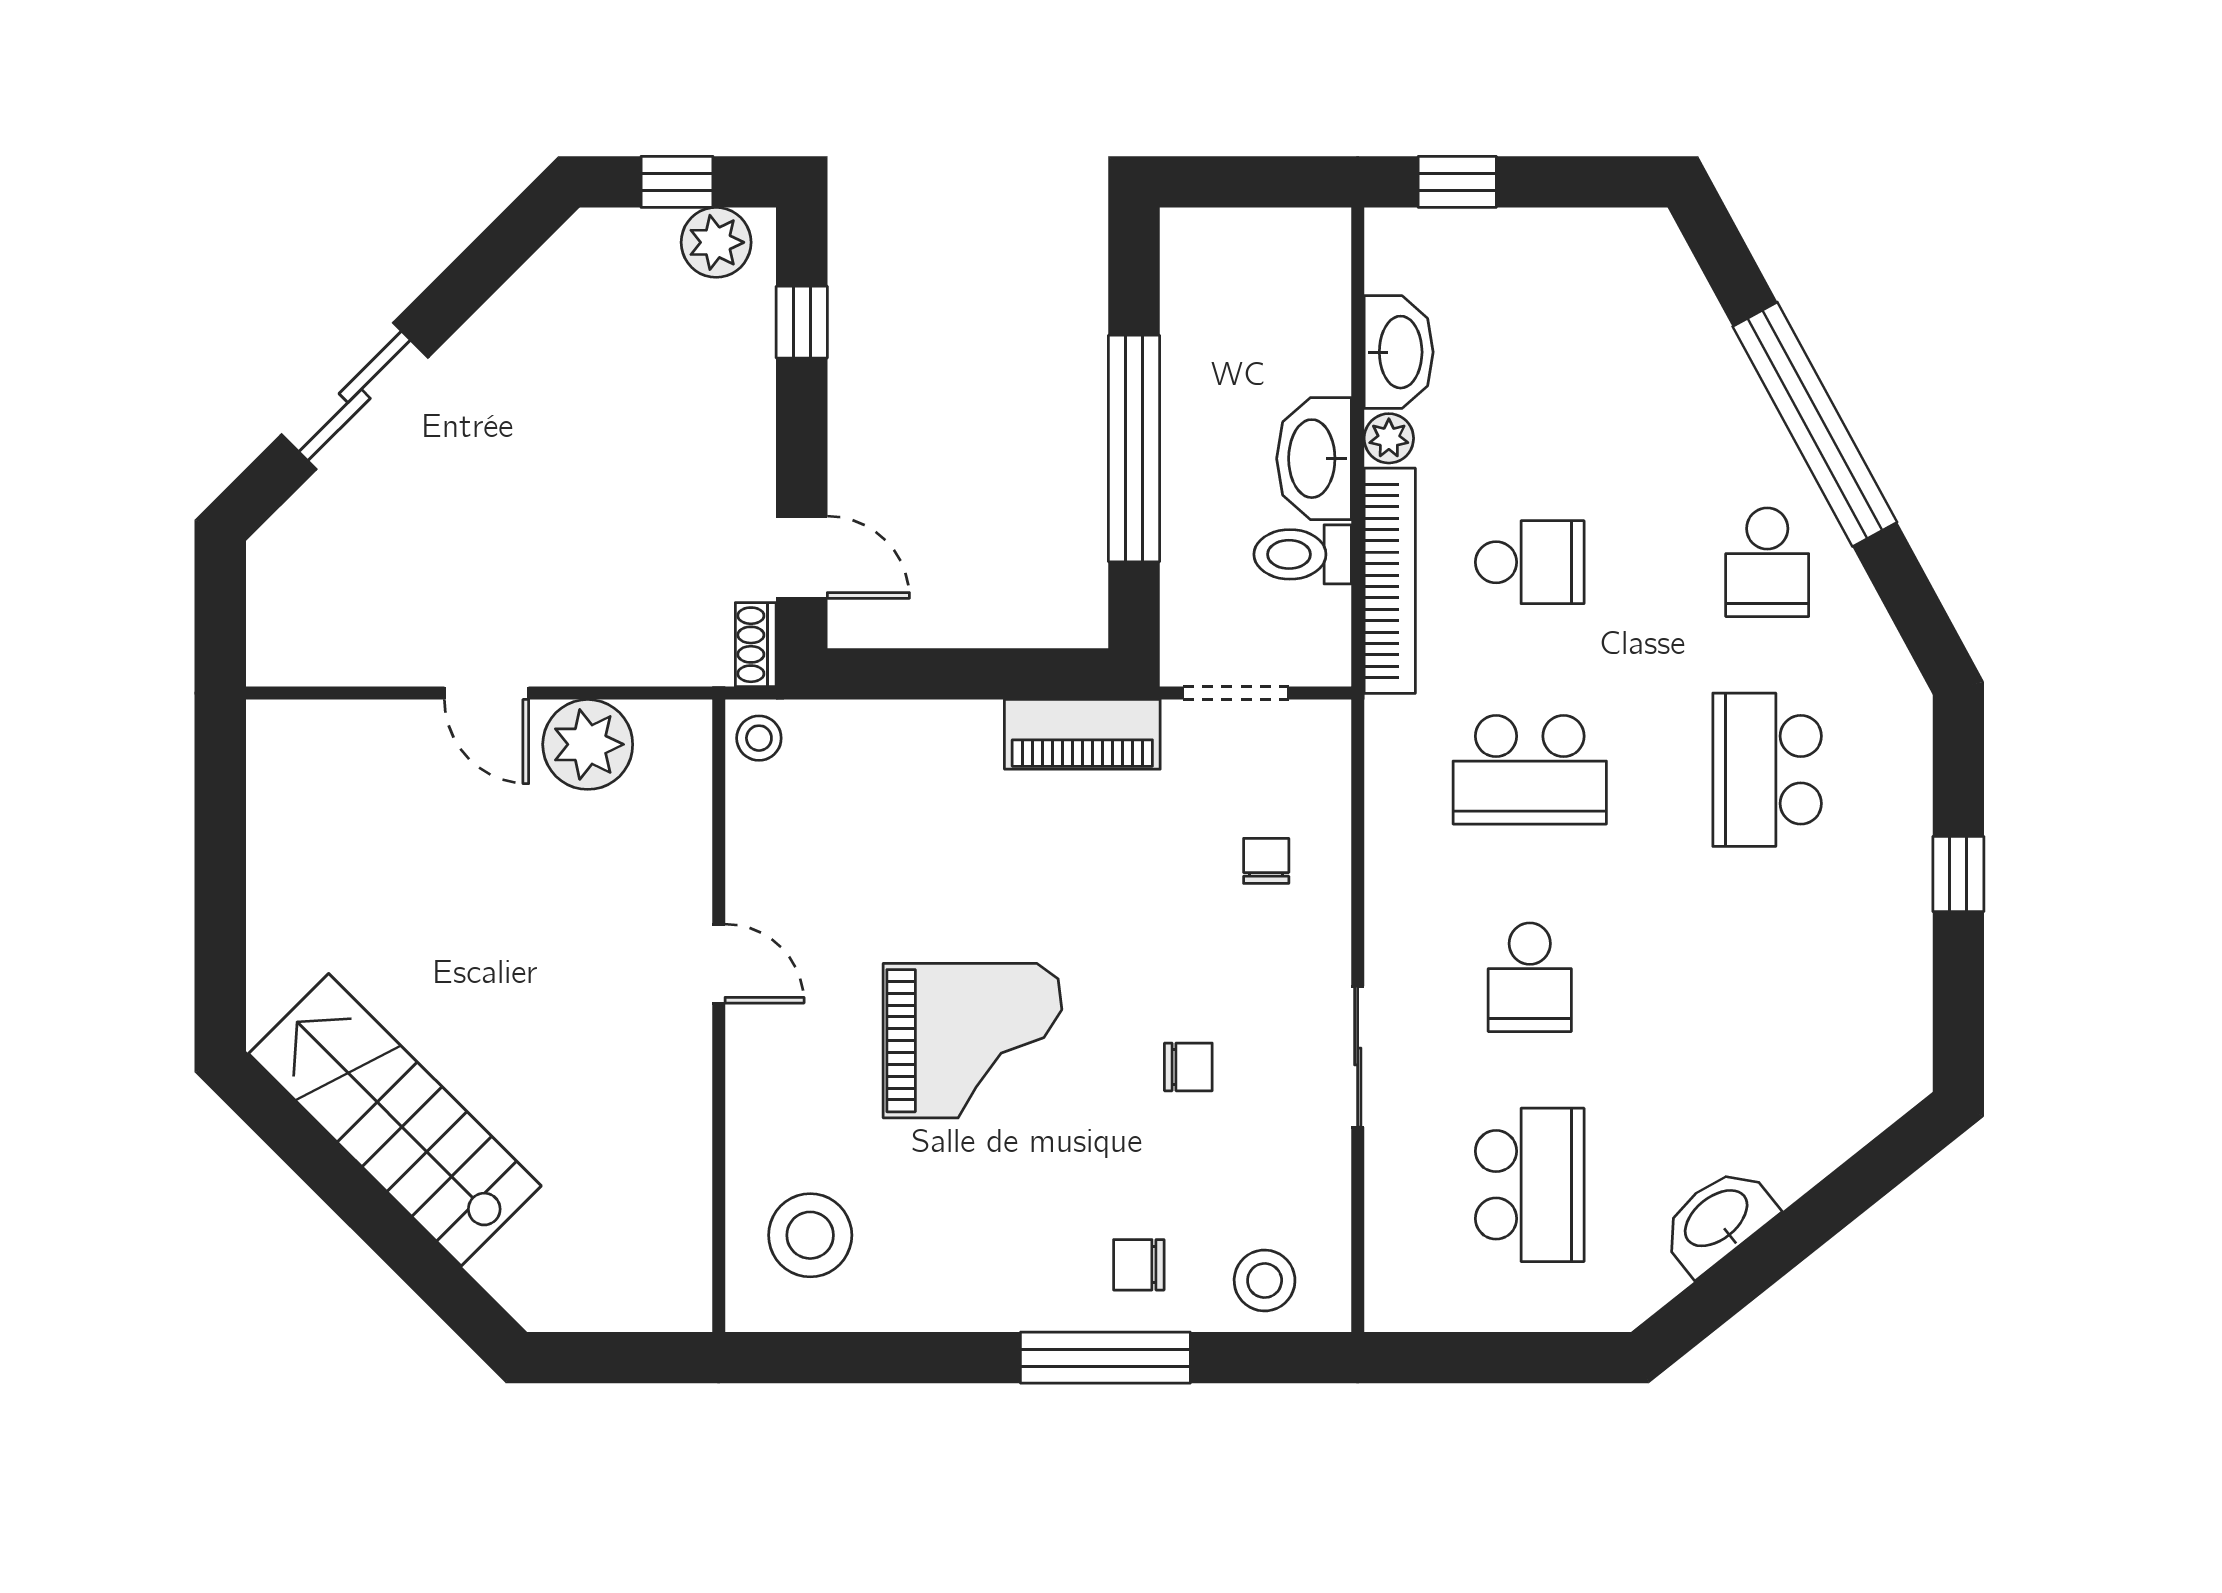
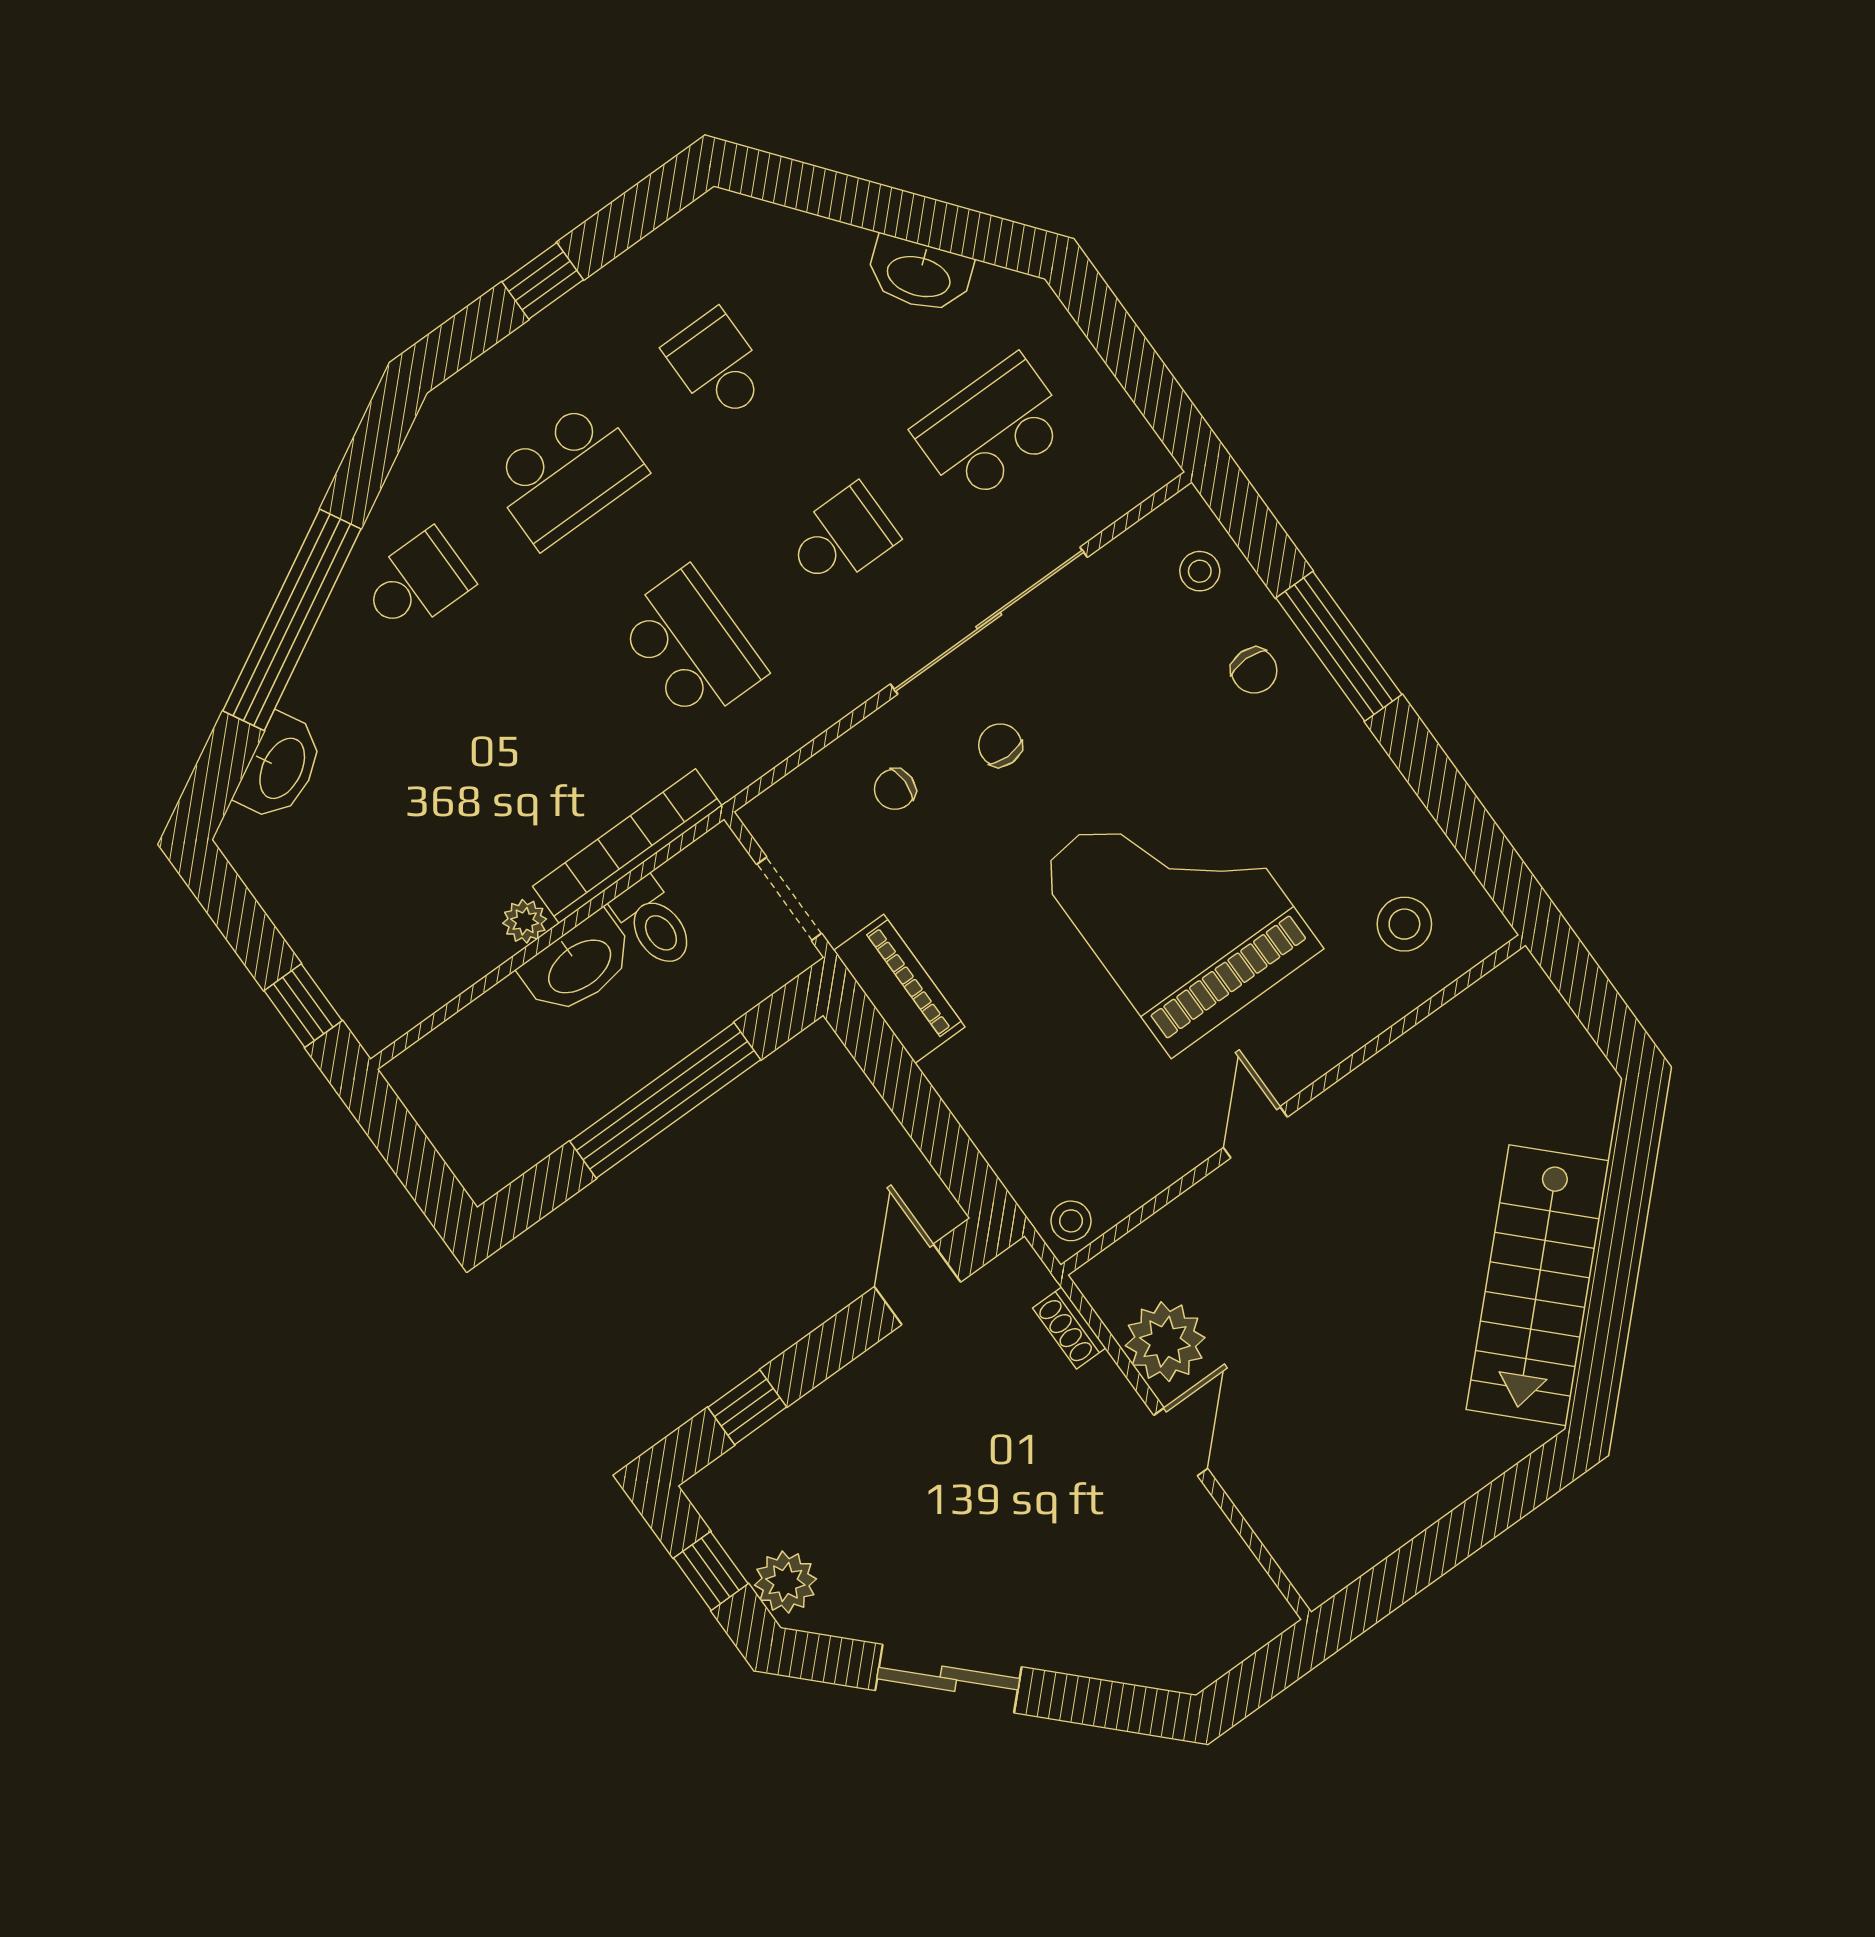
plant: (716, 242) -> (785, 1582), moved
washbasin: (1399, 352) -> (281, 768), moved, turned 151
sliding door: (355, 396) -> (948, 1679), moved
school desk: (1530, 562) -> (717, 365), moved
shoe rack: (756, 645) -> (1069, 1328), moved, turned 90
grand piano: (973, 1041) -> (1179, 908), width x1.37, depth x1.48
sliding door: (1358, 1057) -> (989, 621), width x1.86
chair: (1188, 1067) -> (1000, 745), moved
stool: (810, 1235) -> (1404, 924), width x0.73, depth x0.73
stool: (1265, 1281) -> (1200, 571), width x0.73, depth x0.73

